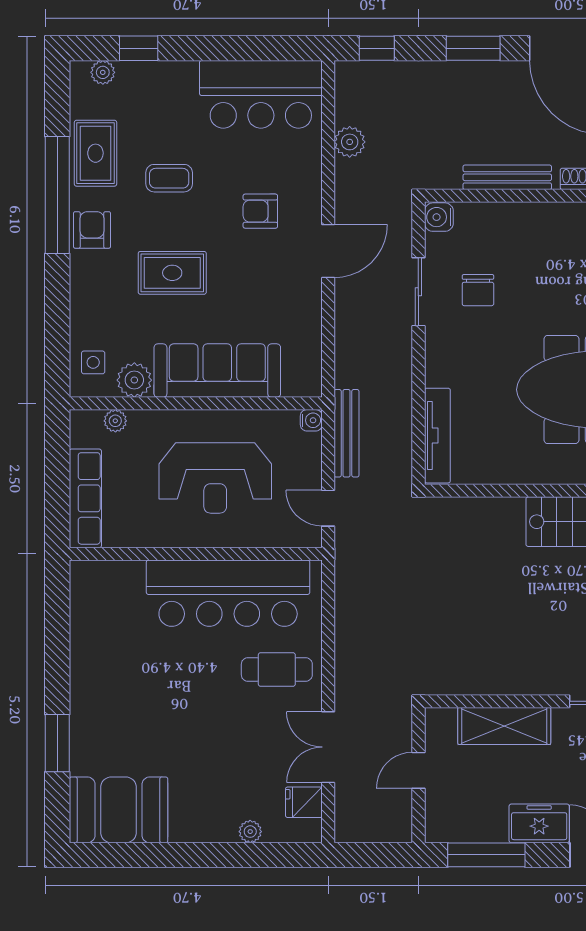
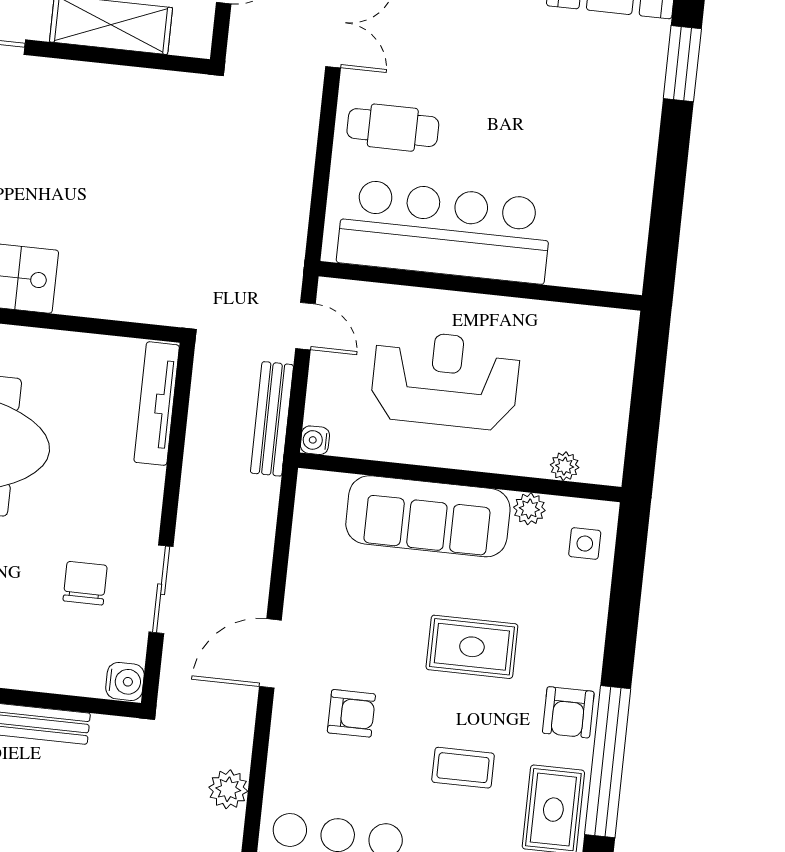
plant: (134, 380) -> (529, 509), width x0.73, depth x0.73
row of seats: (85, 498) -> (613, 371), removed

